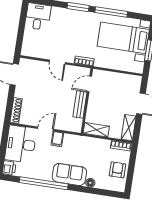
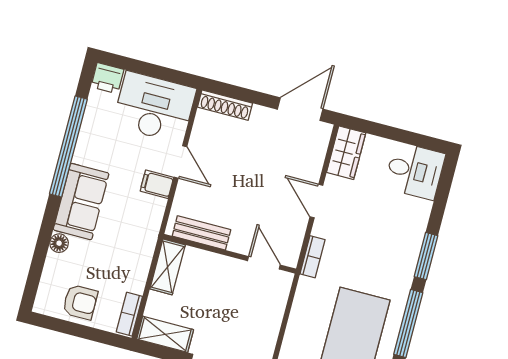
wardrobe: (33, 50) -> (346, 153), added
door: (57, 62) -> (316, 201), hinge flipped
bench: (80, 105) -> (201, 233), moved

